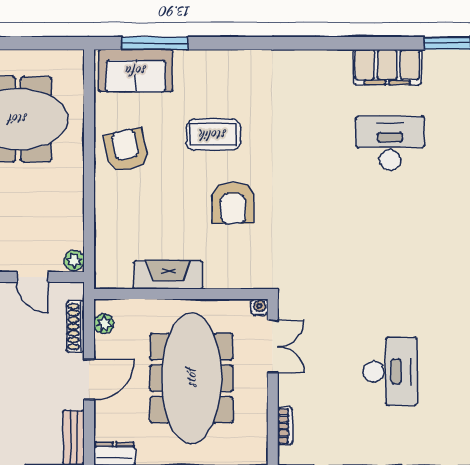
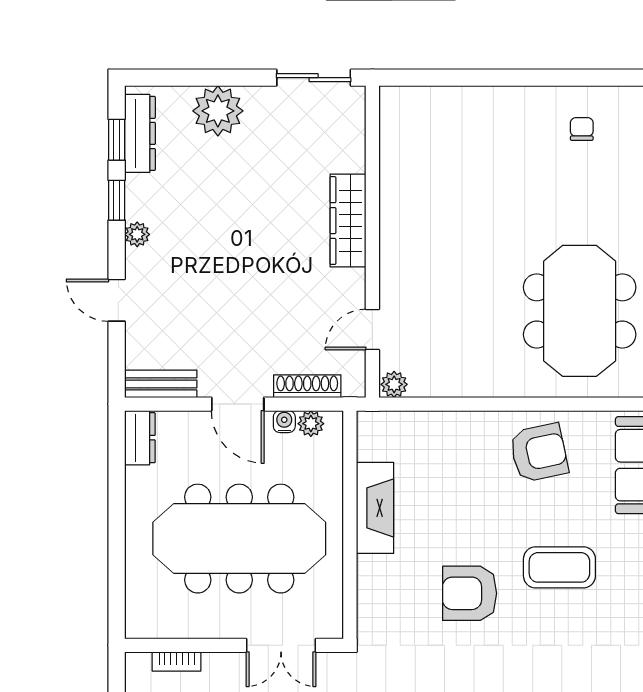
coffee table: (213, 135) -> (559, 567), turned 90
water cooler: (259, 307) -> (284, 422), moved, turned -90

